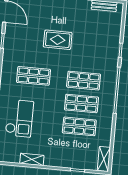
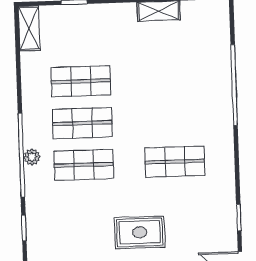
plant: (111, 89) -> (32, 157), added
checkout: (19, 118) -> (190, 82), removed

